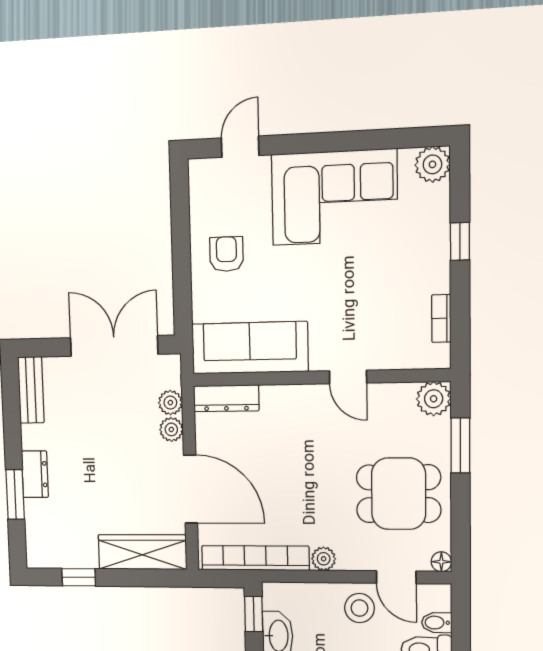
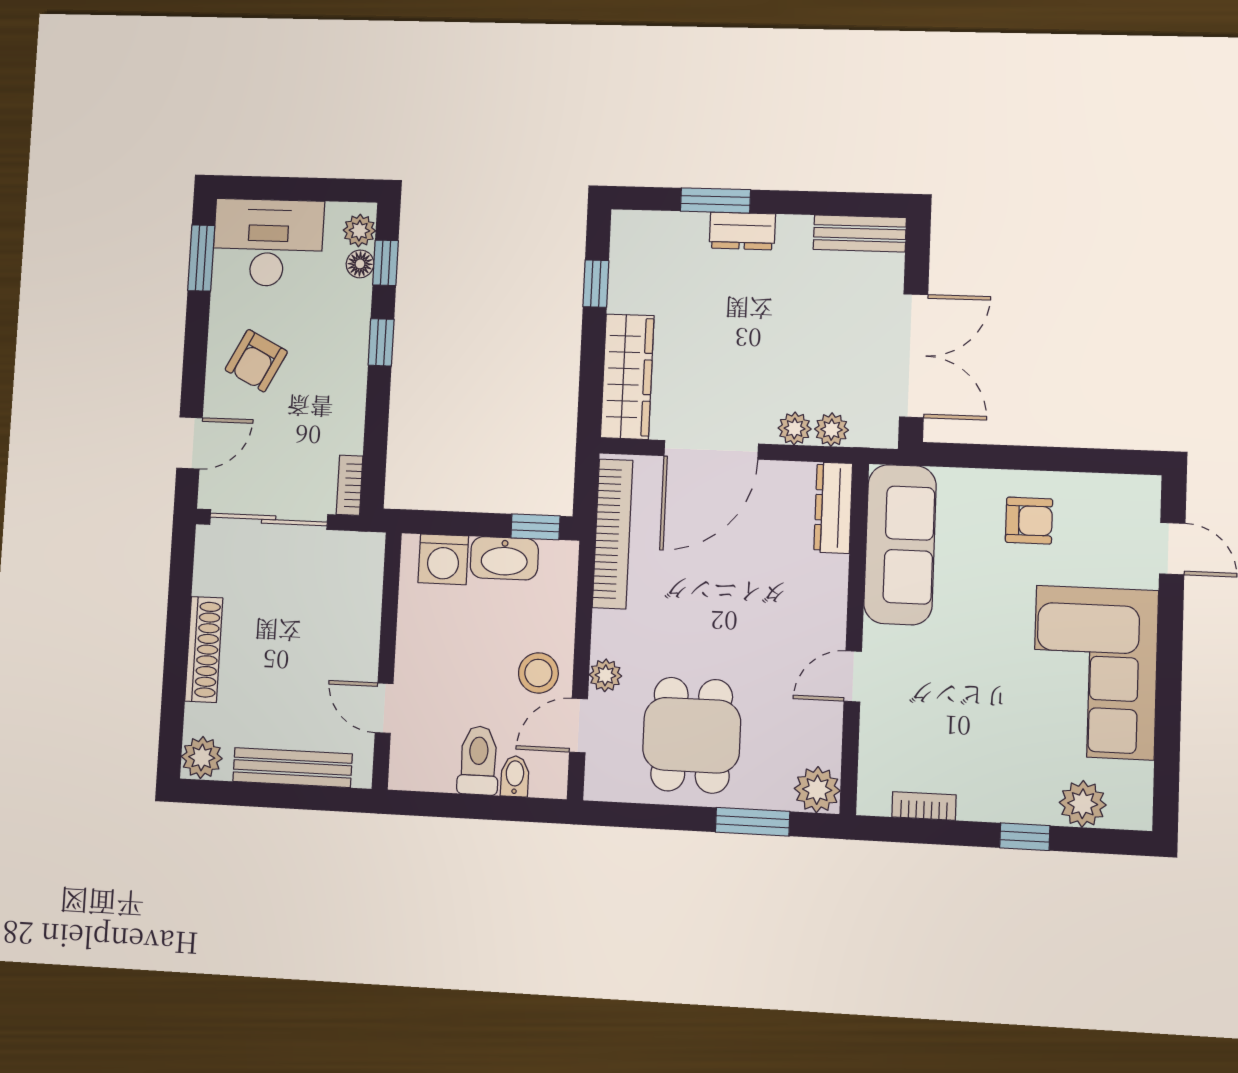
plant: (432, 164) -> (1083, 804), moved
plant: (324, 559) -> (605, 675), moved
floor lamp: (441, 562) -> (597, 787), removed

